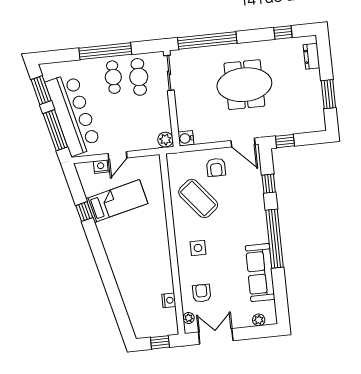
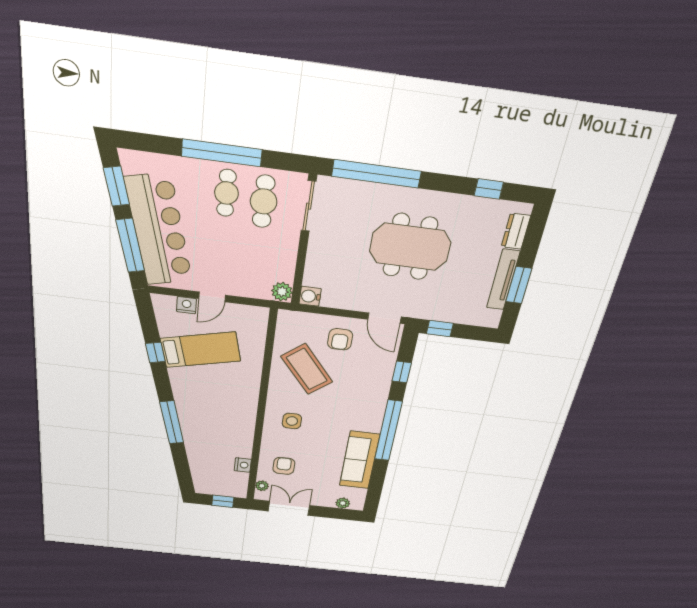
tv unit: (316, 93) -> (503, 280), added
window: (106, 272) -> (172, 422), added

